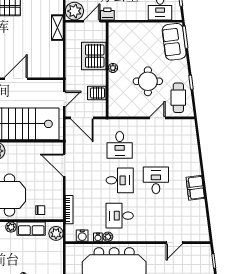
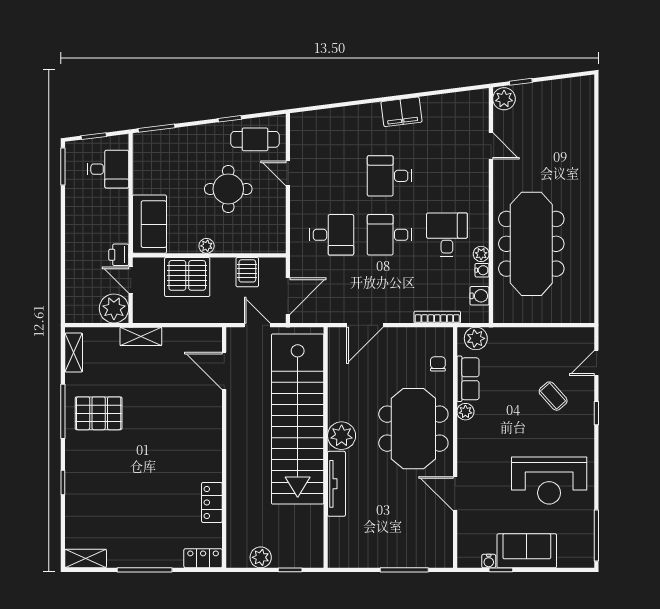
sofa: (174, 42) -> (149, 224), moved, turned -83
door: (16, 79) -> (224, 371), moved
desk: (120, 180) -> (389, 235), turned -90
desk: (120, 216) -> (447, 235), turned 180
plant: (203, 251) -> (504, 99), added

